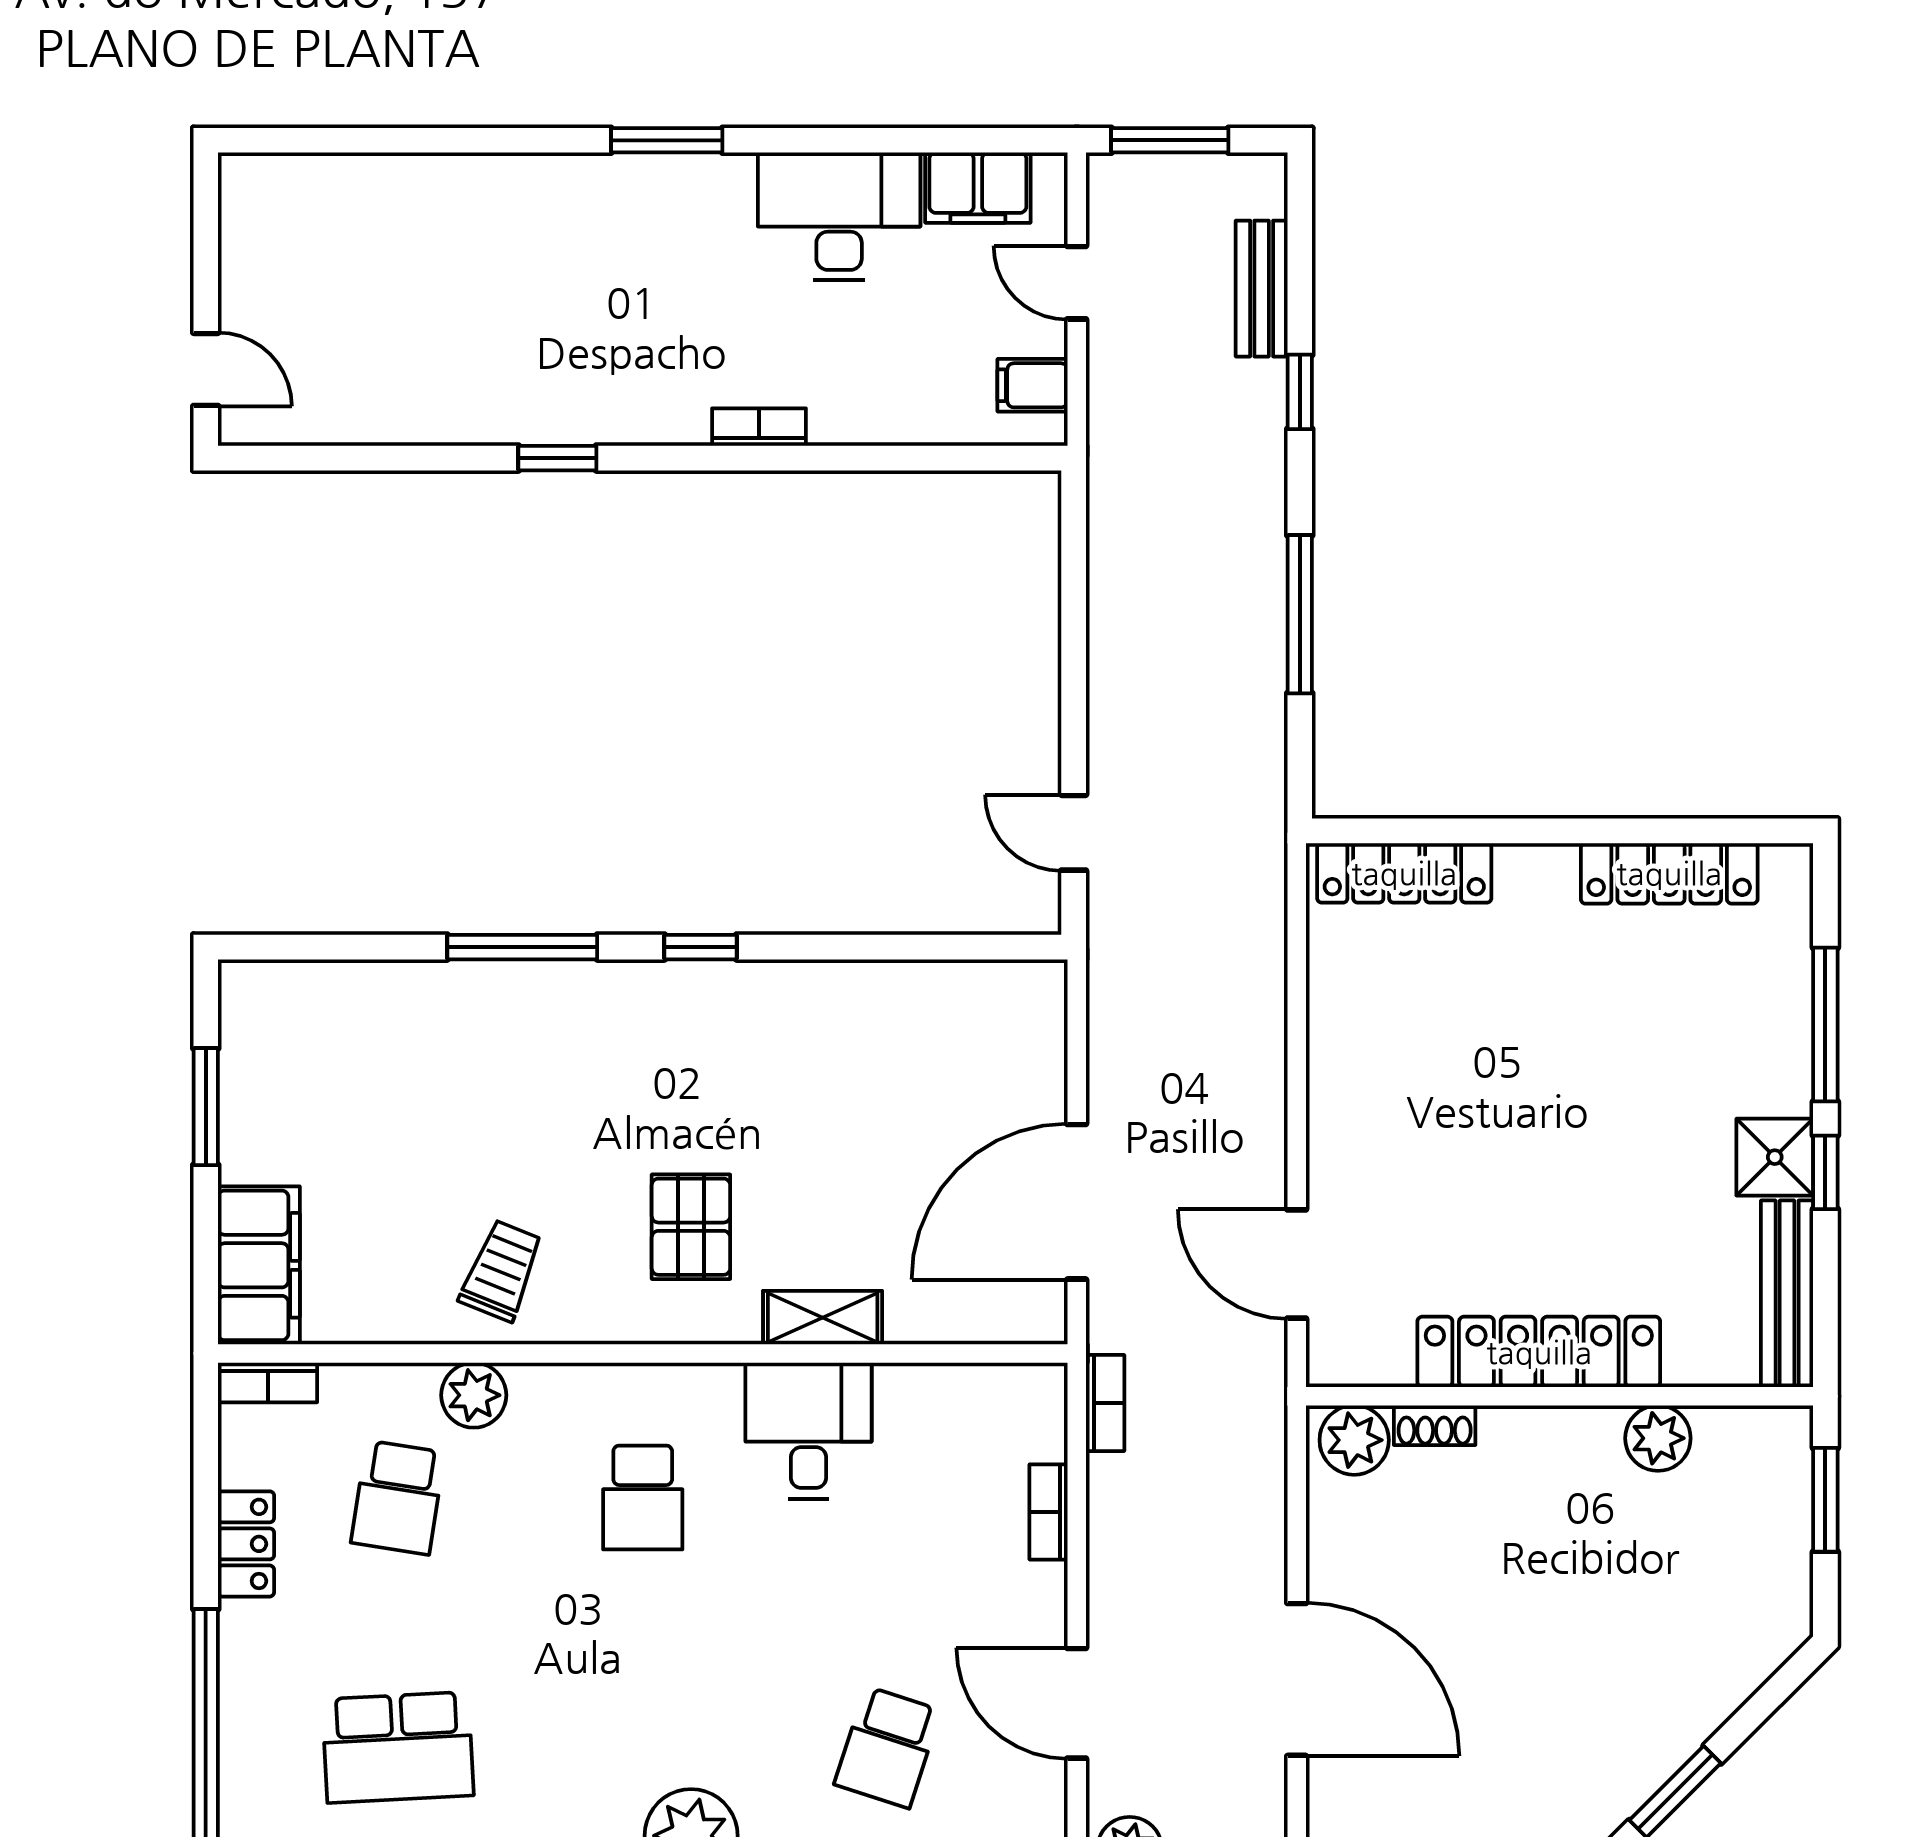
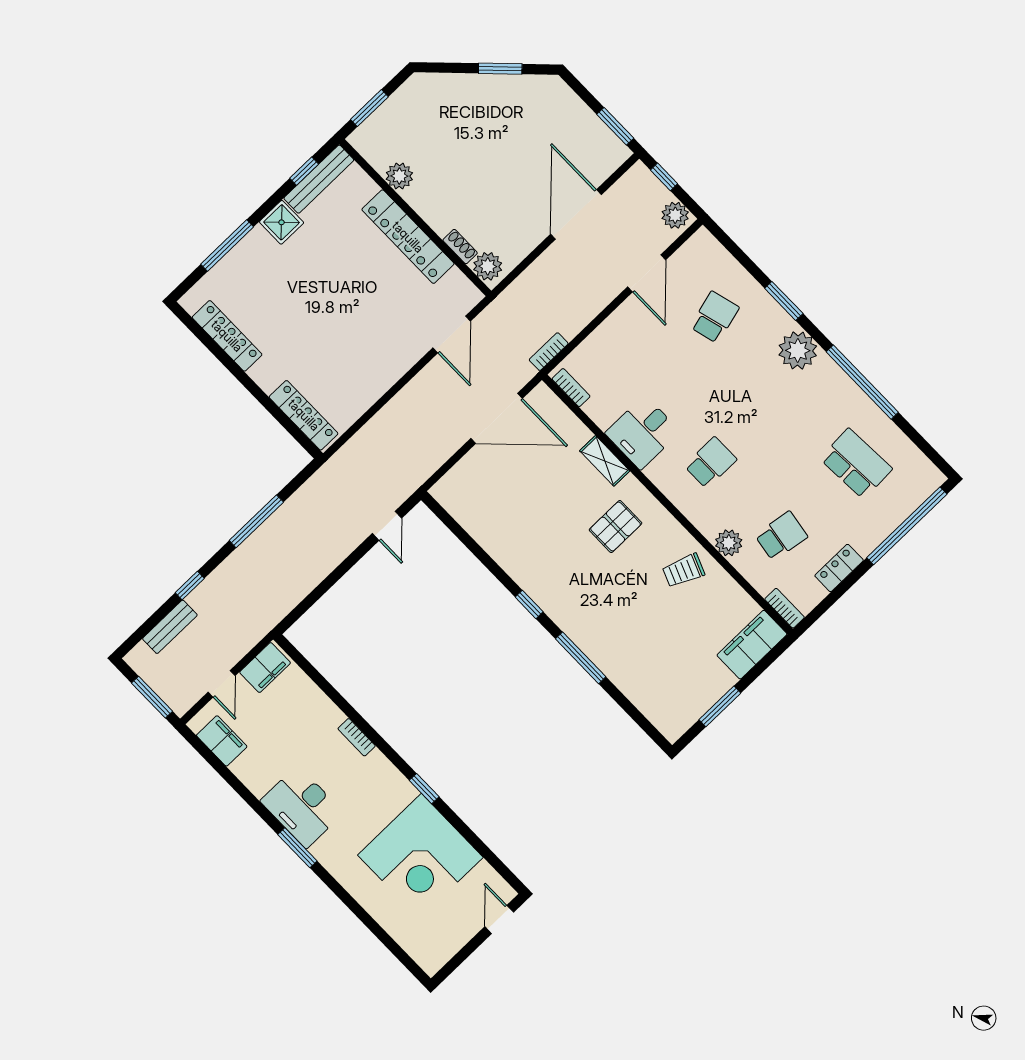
desk: (839, 216) -> (302, 807), moved
corner desk: (447, 339) -> (420, 856), added
filing cabinet: (1032, 385) -> (265, 667), width x2.00
window: (1825, 1172) -> (304, 171), moved
bookcase: (1048, 1512) -> (571, 388), moved, turned -90
school desk: (888, 1747) -> (715, 317), turned -33

